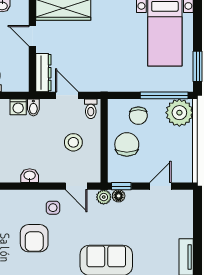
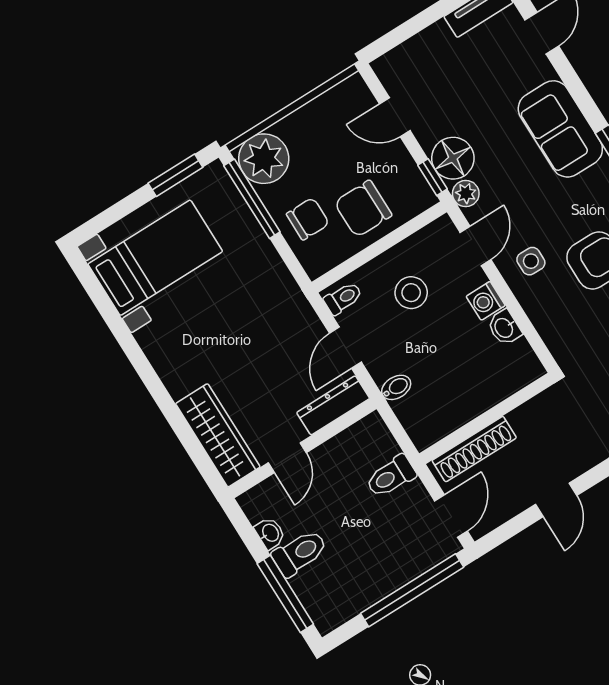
washing machine: (18, 107) -> (486, 301), moved, turned 180
floor lamp: (119, 196) -> (453, 158), width x1.89, depth x1.89

